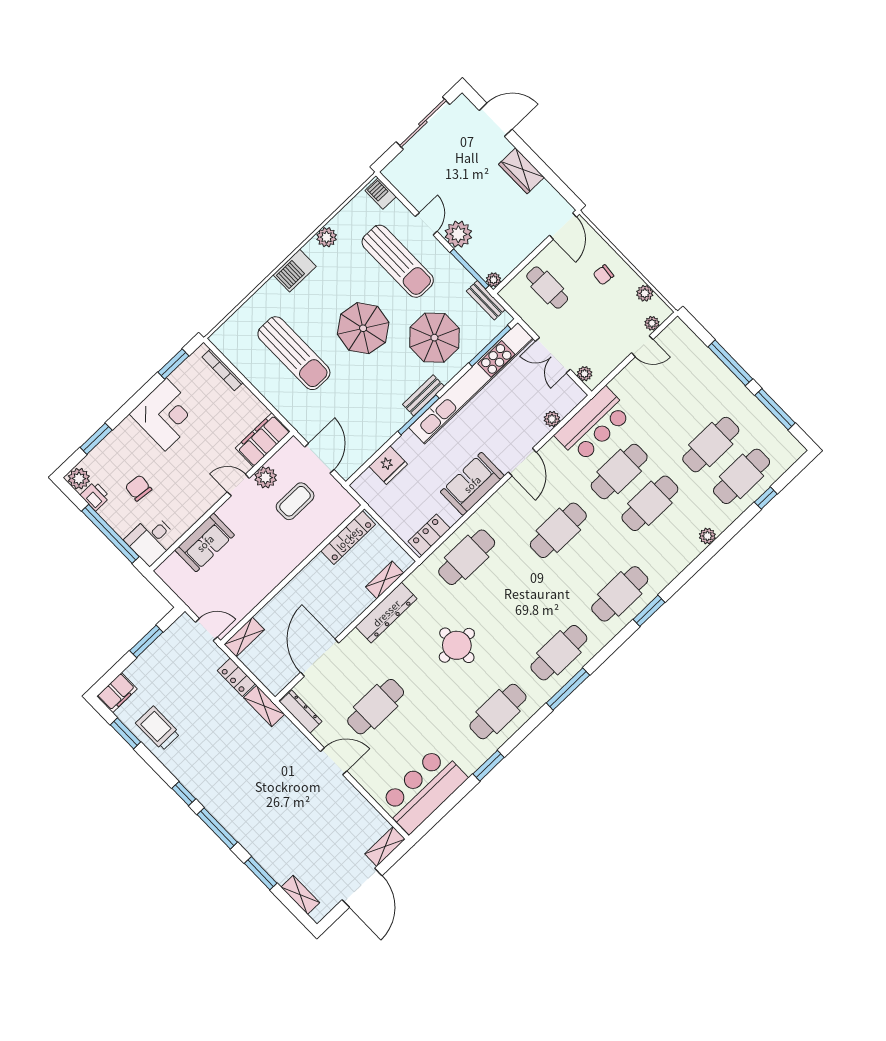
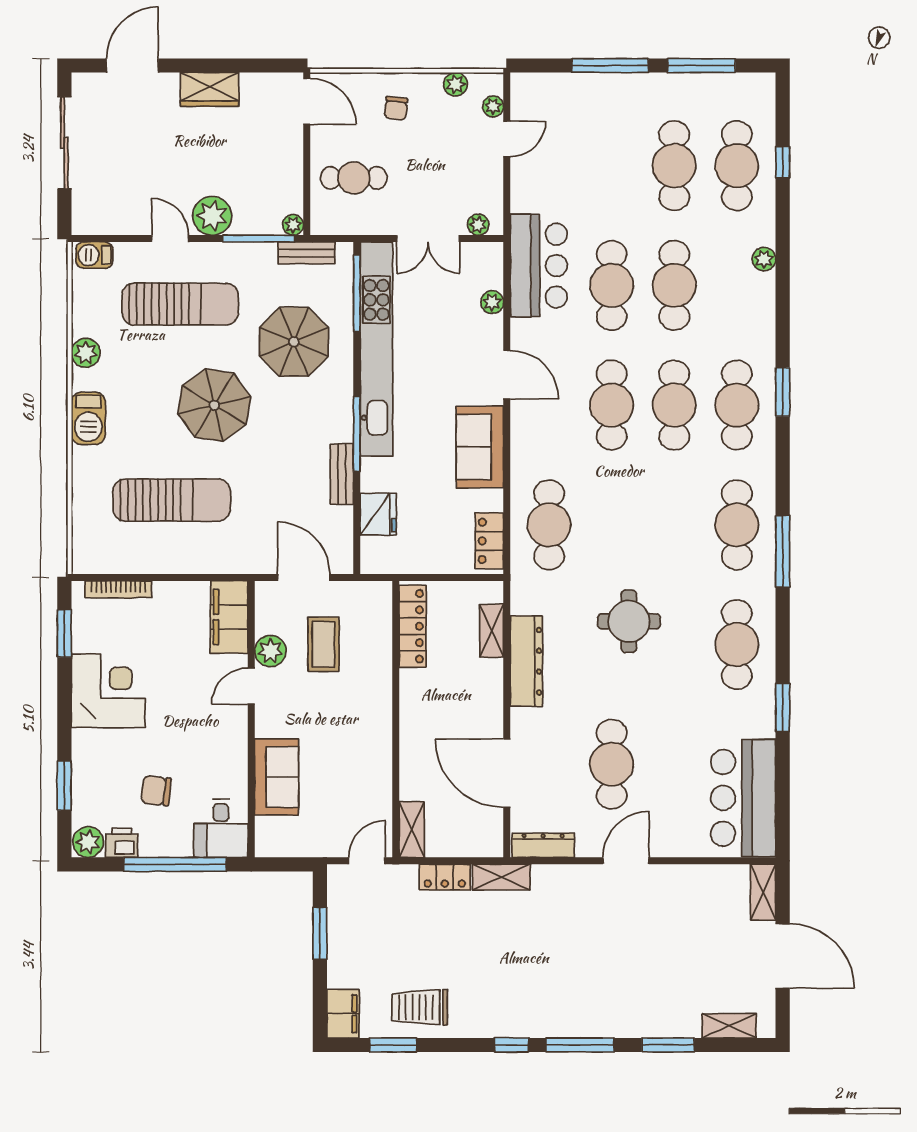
bench: (423, 395) -> (342, 474), moved
cafe table: (589, 562) -> (674, 405), added

